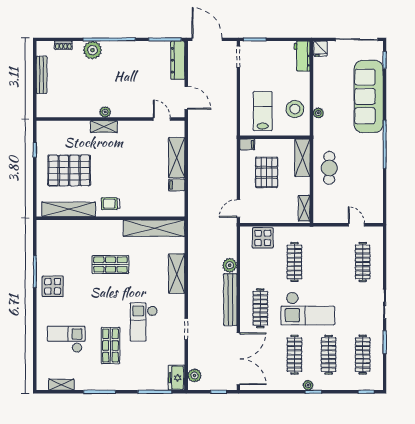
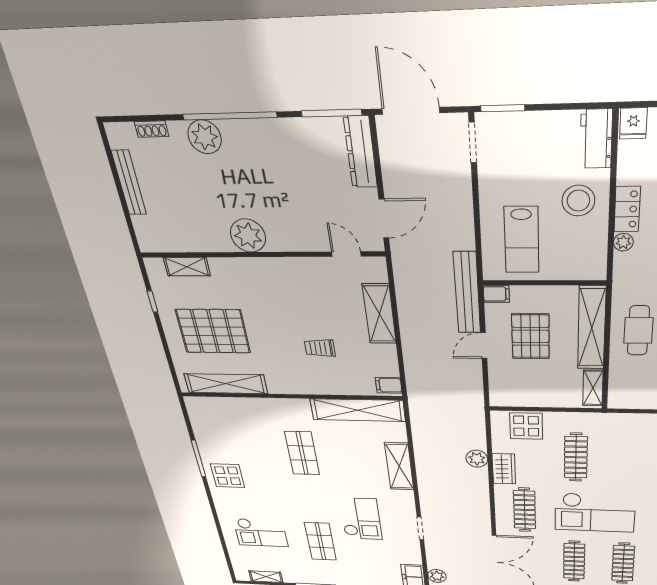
locker: (319, 94) -> (627, 209), added
door: (186, 98) -> (384, 219), hinge flipped
stool: (295, 109) -> (578, 201), moved
lab bench: (263, 111) -> (522, 240), turned 180
plant: (105, 112) -> (248, 236), width x1.87, depth x1.87
shelving: (104, 127) -> (187, 267), moved
shelving: (302, 158) -> (592, 328), width x1.47
filing cabinet: (177, 185) -> (389, 385), moved
trolley: (111, 204) -> (320, 348), moved
door: (238, 208) -> (484, 346), moved
shop shelf: (110, 265) -> (302, 453), turned 90
wardrobe: (247, 273) -> (504, 469), added
bench: (230, 300) -> (467, 293), moved
checkout: (144, 322) -> (361, 519), turned 180
checkout: (66, 339) -> (261, 533), turned 180

